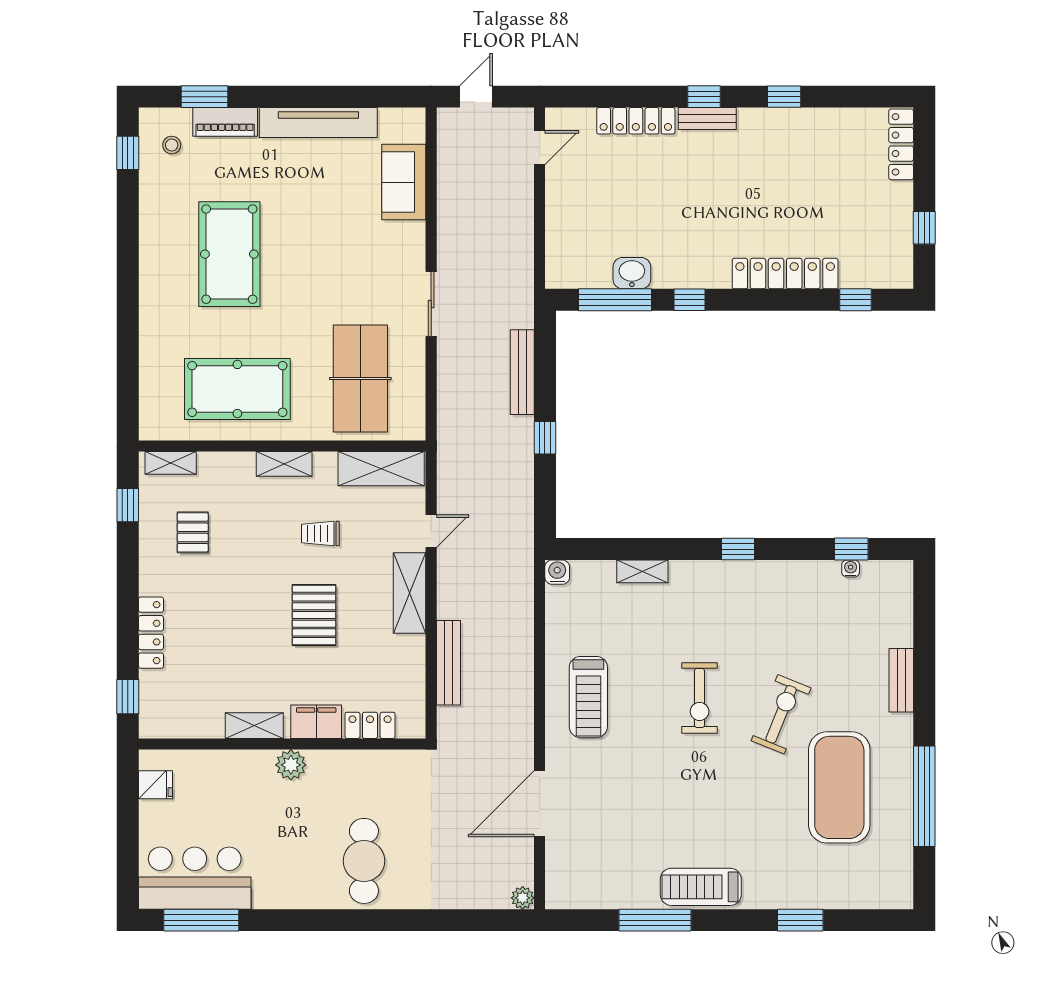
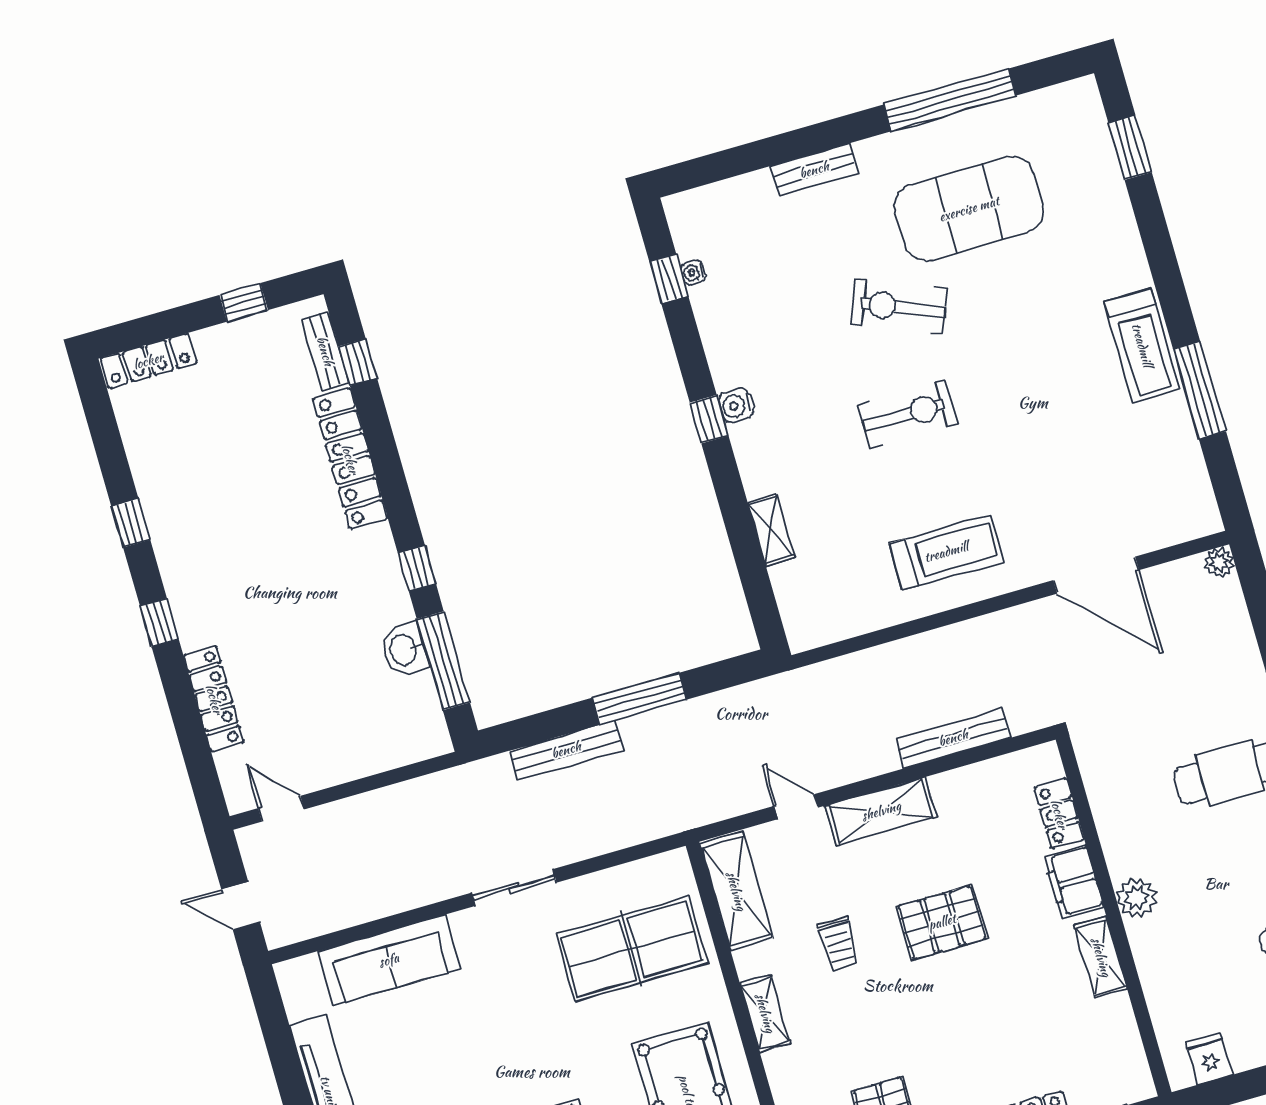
bench: (707, 118) -> (325, 351), moved
sofa: (404, 182) -> (389, 960), width x1.36
window: (545, 438) -> (640, 699), width x2.17
water cooler: (557, 572) -> (736, 405), moved
window: (800, 920) -> (1130, 147), moved

